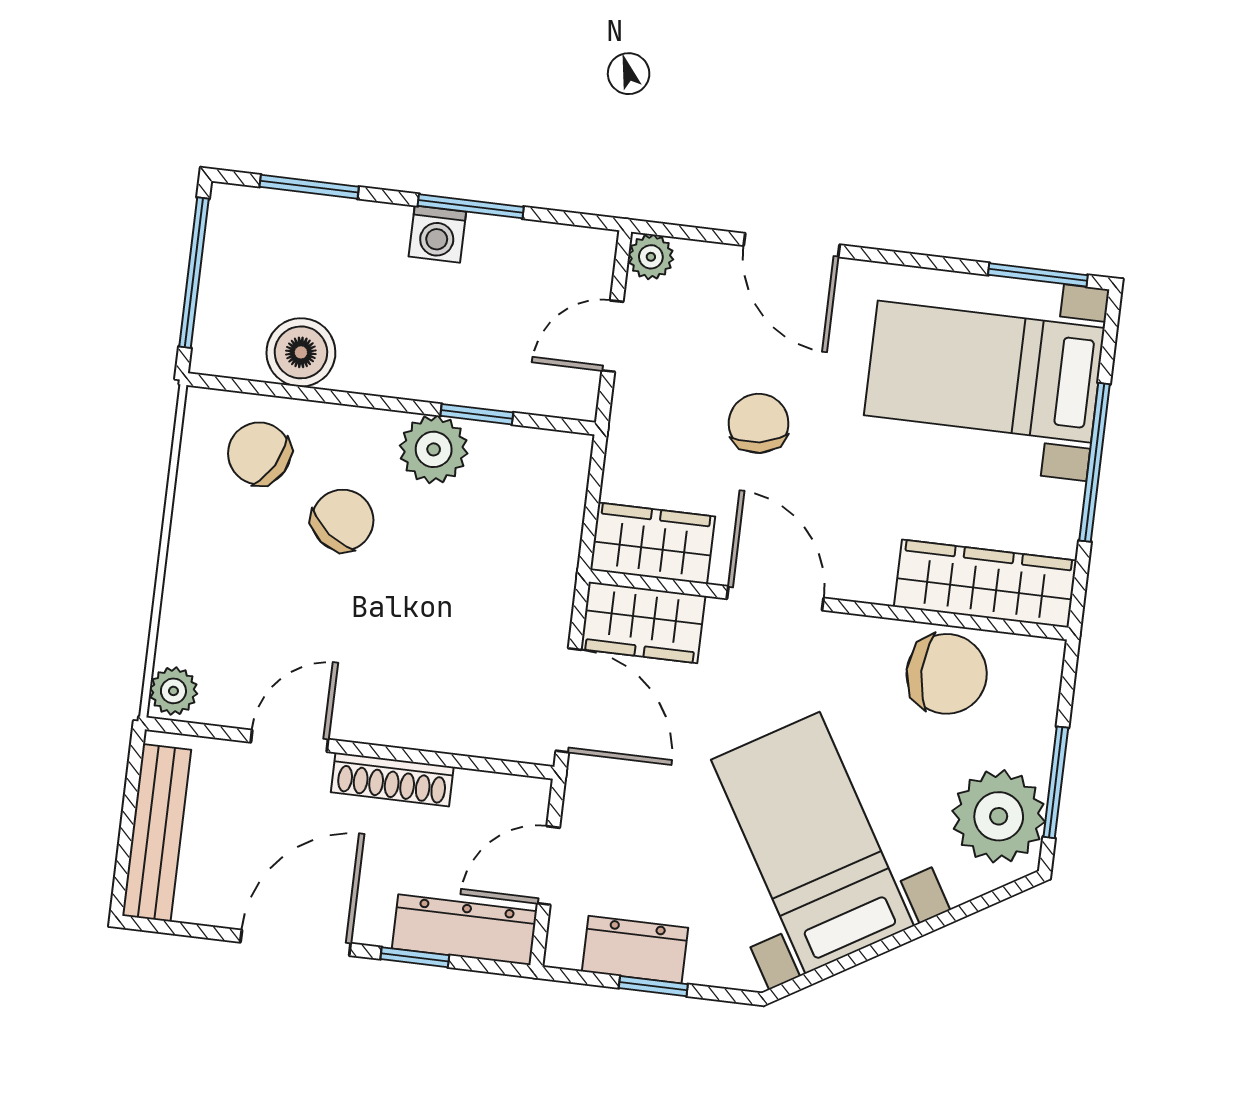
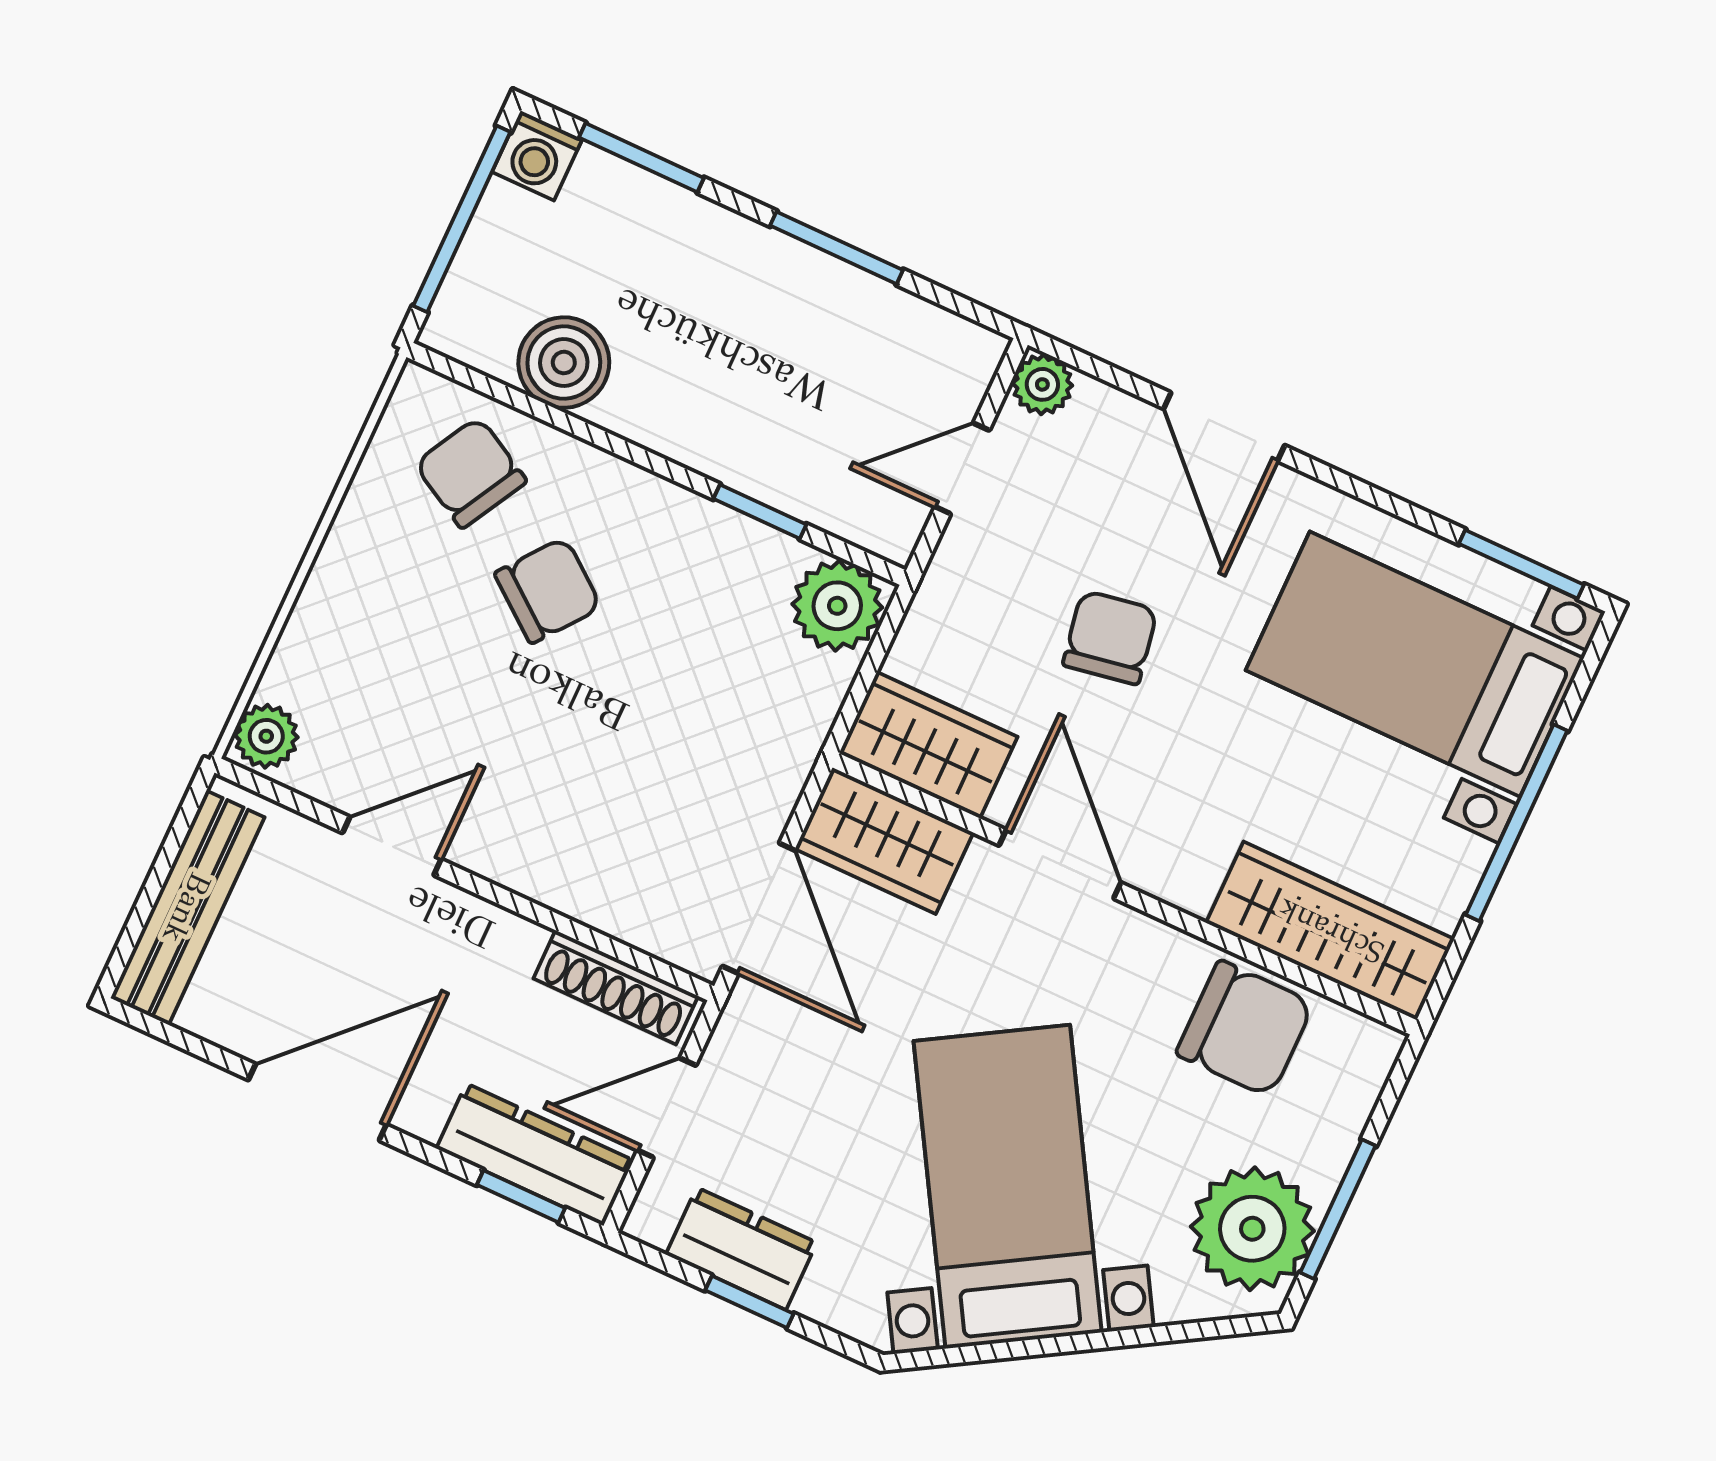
washing machine: (437, 234) -> (537, 156), moved
plant: (434, 449) -> (837, 606), moved
shoe rack: (392, 779) -> (616, 987), moved
window: (415, 957) -> (521, 1196), moved

